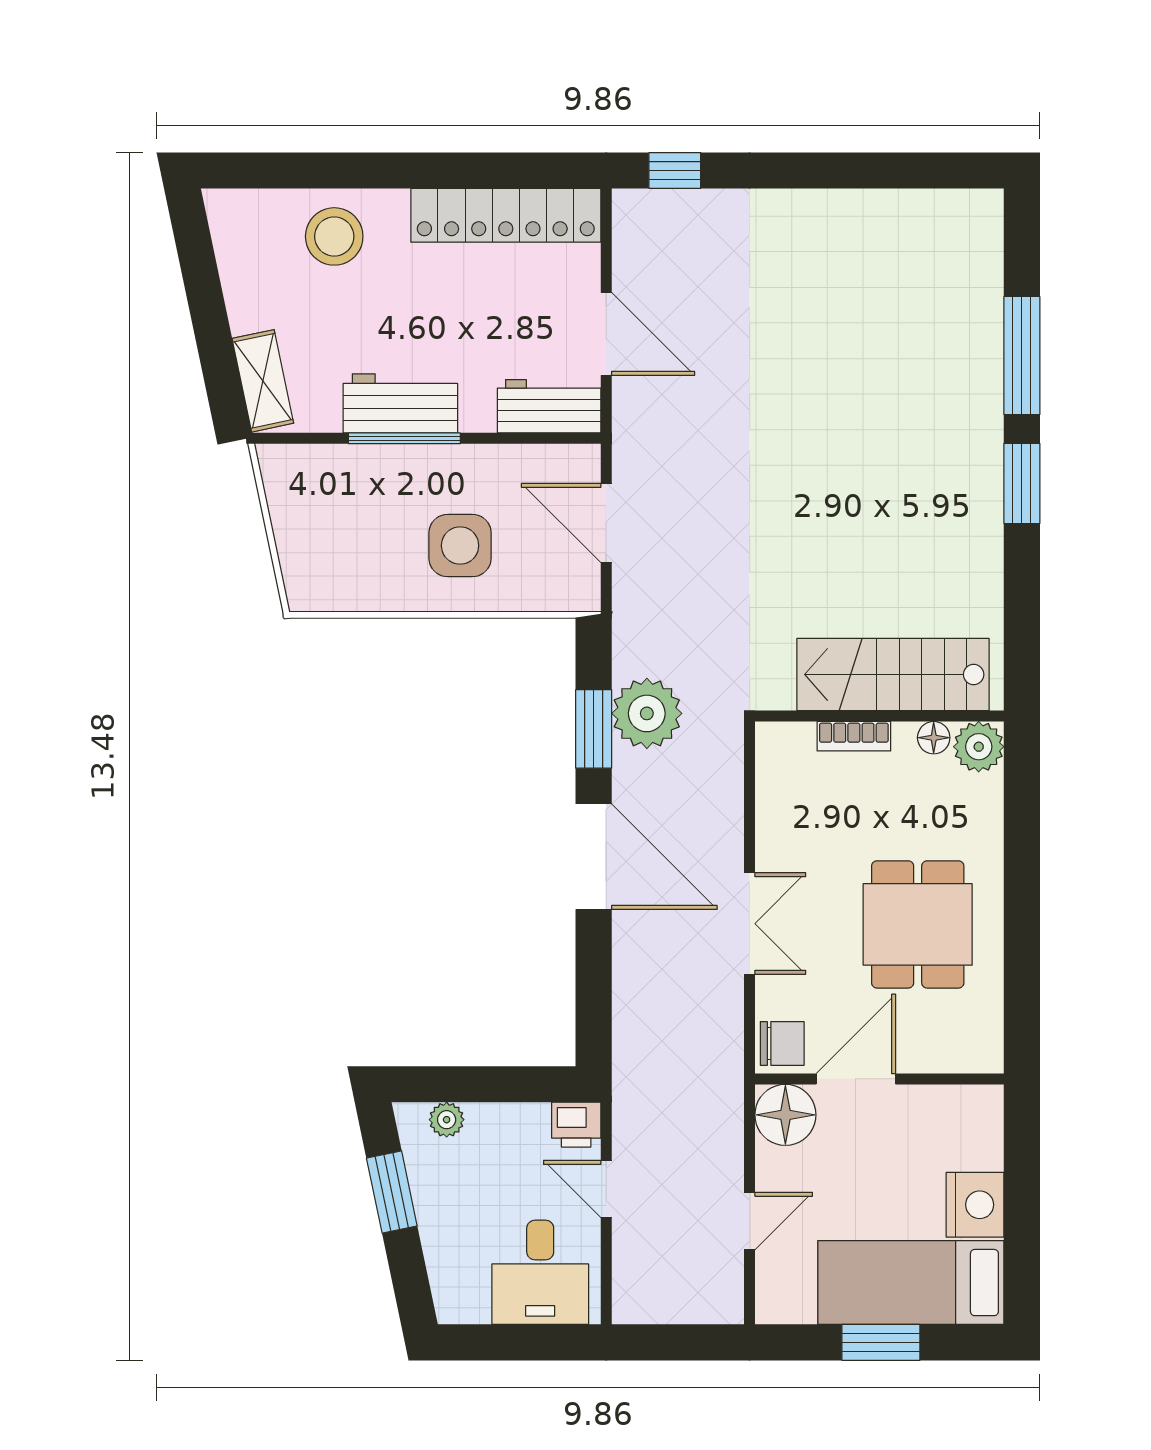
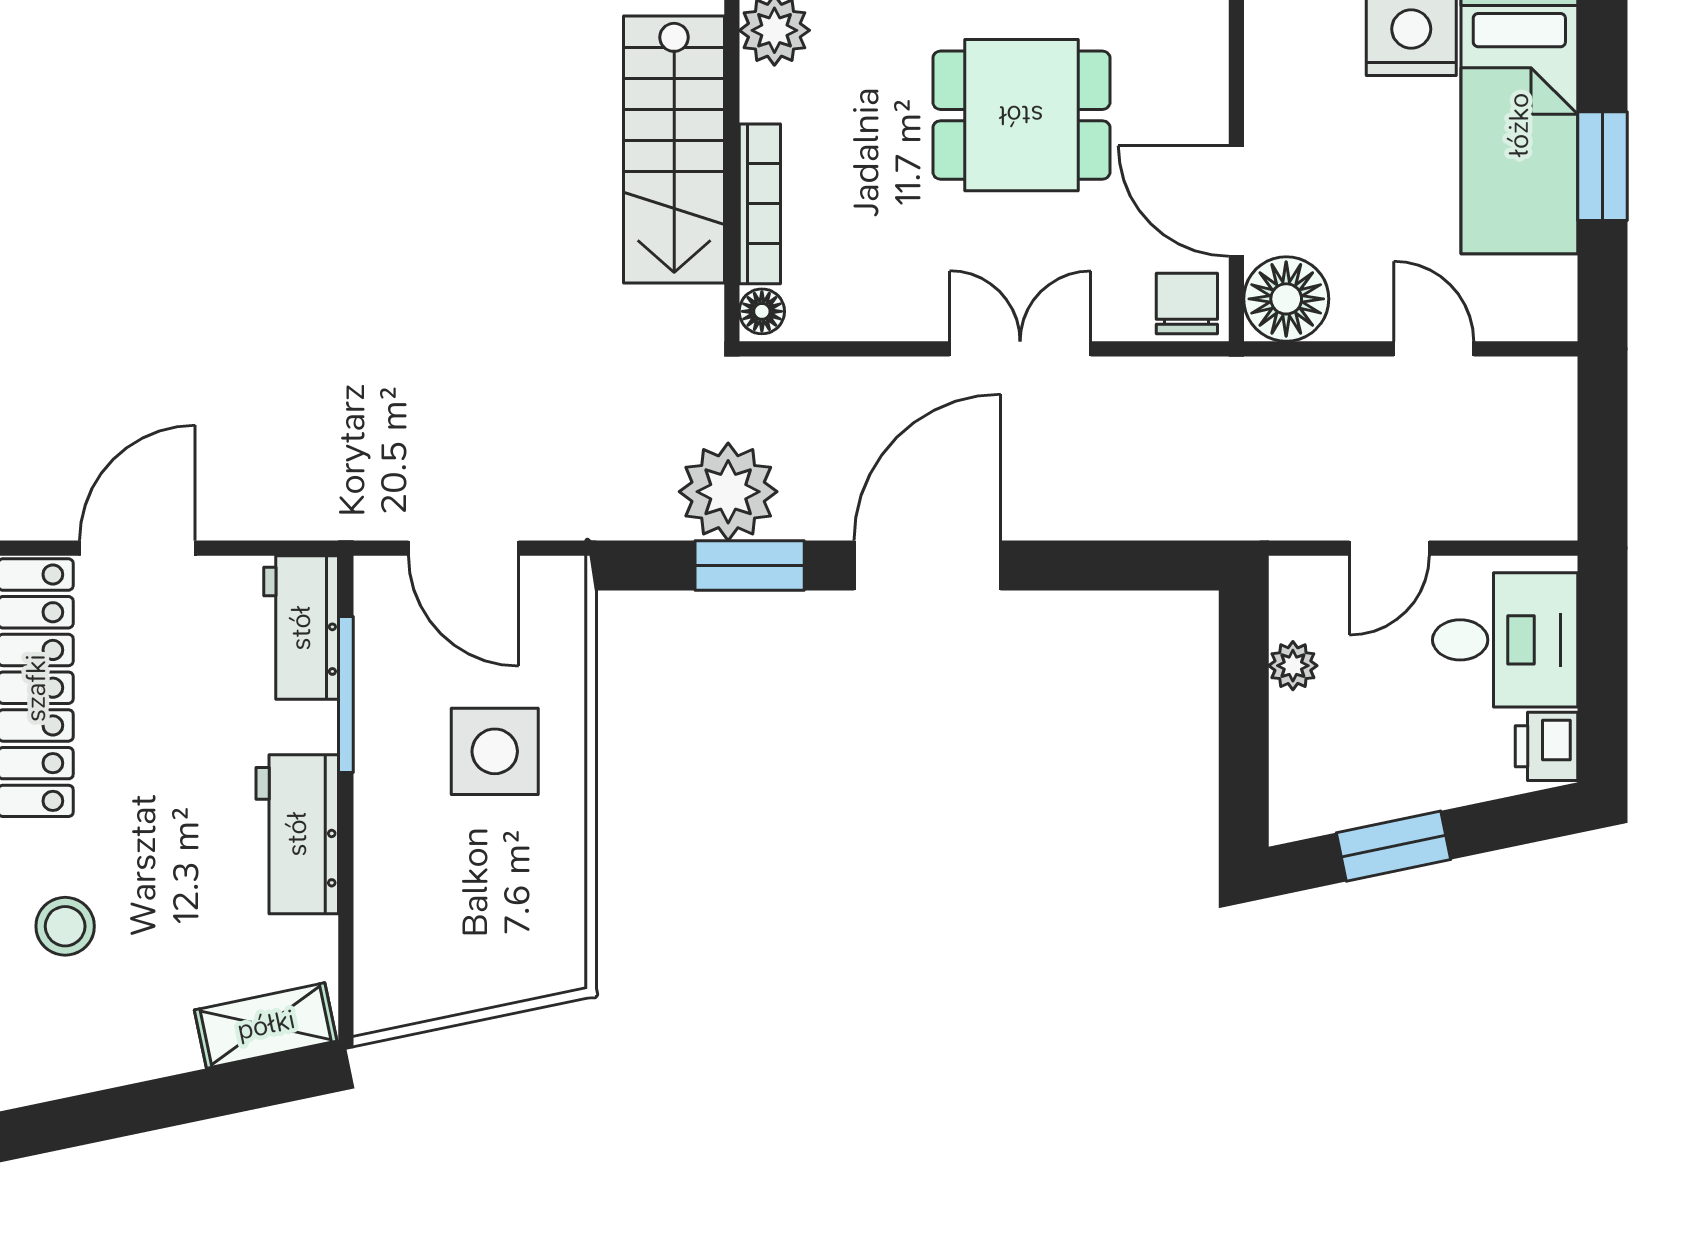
stool: (334, 236) -> (65, 926), width x0.73, depth x0.73
door: (606, 334) -> (137, 548), moved
window: (404, 438) -> (346, 695), moved
door: (606, 523) -> (463, 548), hinge flipped
bookcase: (854, 736) -> (760, 204), width x1.56
floor lamp: (934, 738) -> (762, 311), moved
plant: (447, 1120) -> (1293, 666), moved
printer: (576, 1125) -> (1546, 746), moved, turned 180

